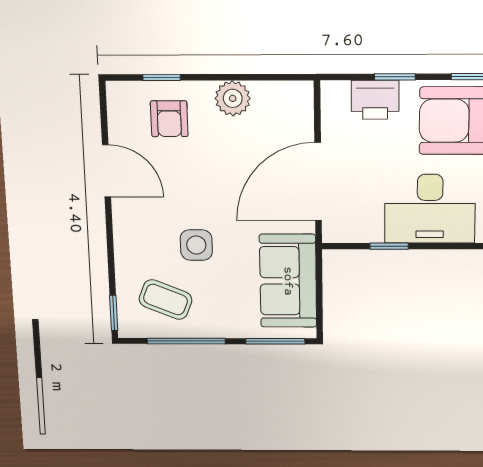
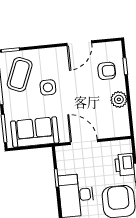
armchair: (169, 119) -> (107, 71), turned 180
door: (318, 182) -> (84, 142), width x0.73
coffee table: (166, 300) -> (20, 74), width x1.36, depth x1.30

